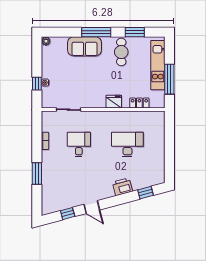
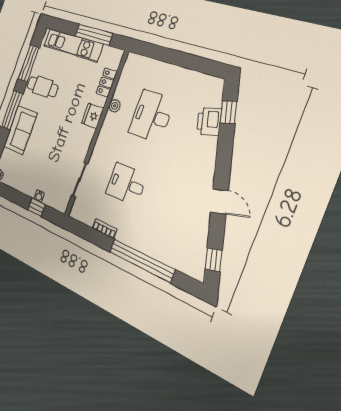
window: (135, 32) -> (29, 63), width x1.44
plant: (126, 116) -> (115, 106), added
window: (37, 173) -> (142, 261), width x2.11
printer: (122, 187) -> (209, 122), moved
door: (92, 207) -> (219, 201), hinge flipped
window: (68, 214) -> (214, 260), moved

